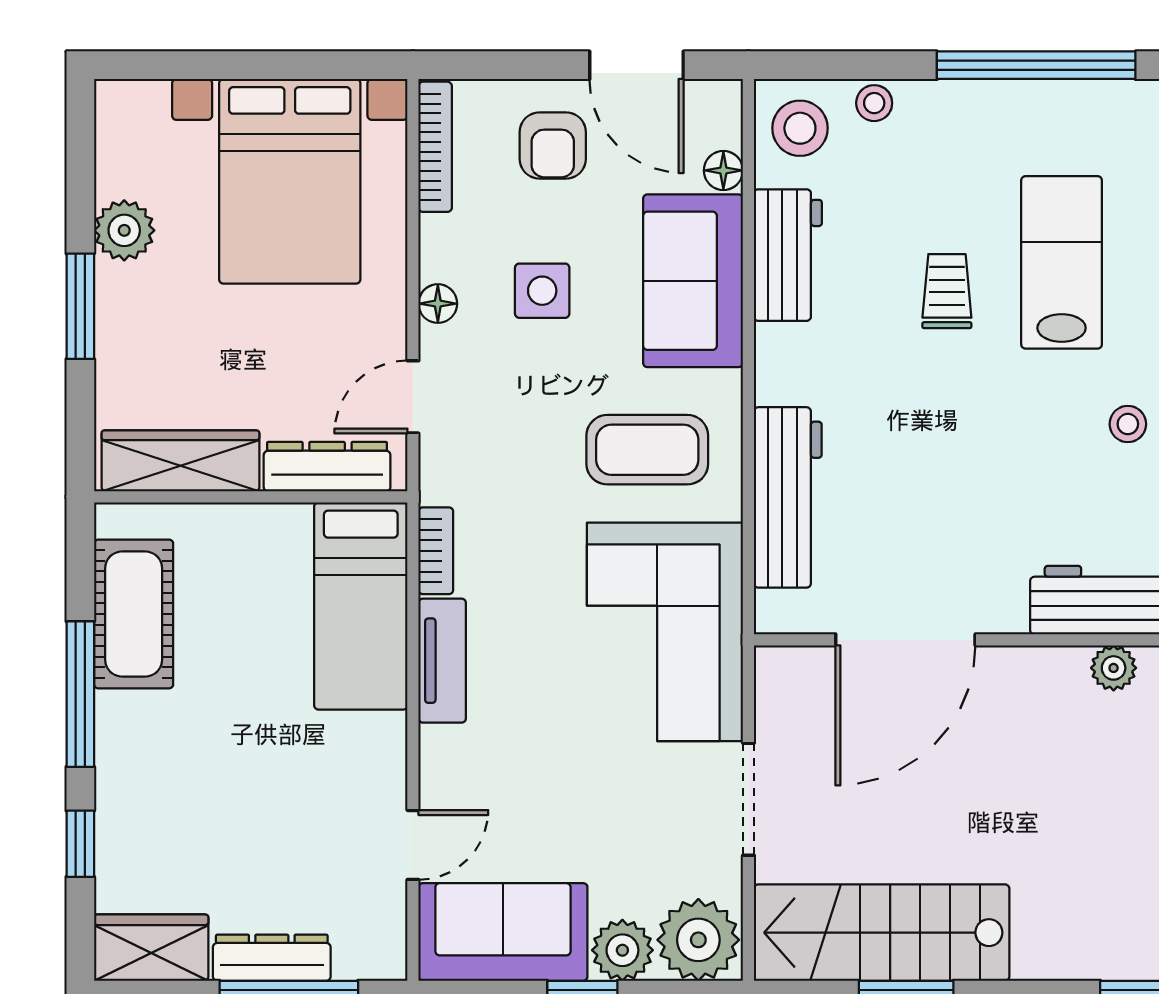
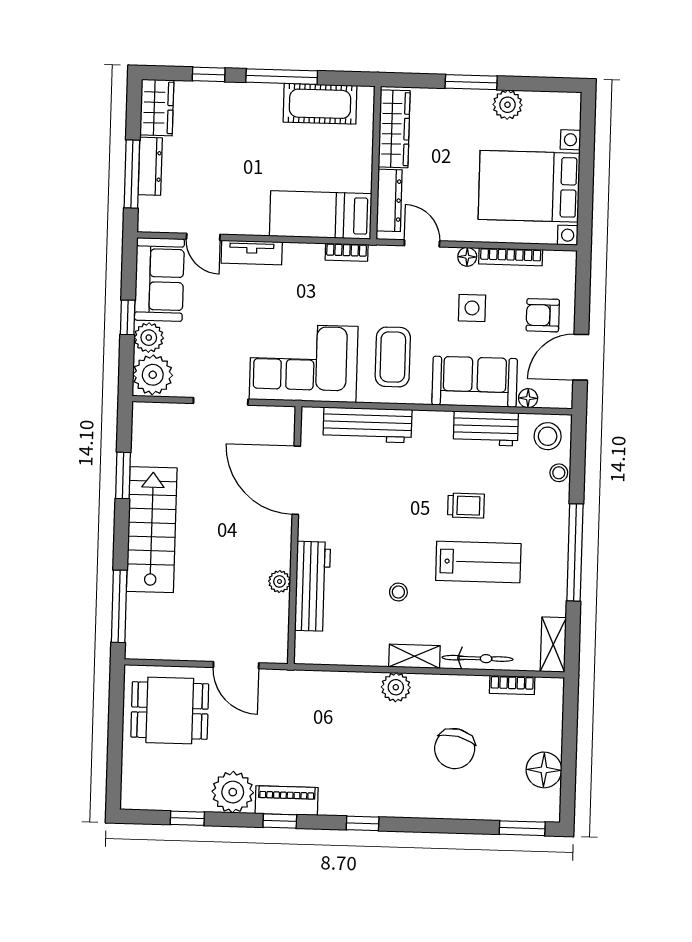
bookcase: (435, 147) -> (511, 257), moved
tv unit: (442, 661) -> (252, 253), moved
stairs: (882, 933) -> (152, 530), moved

